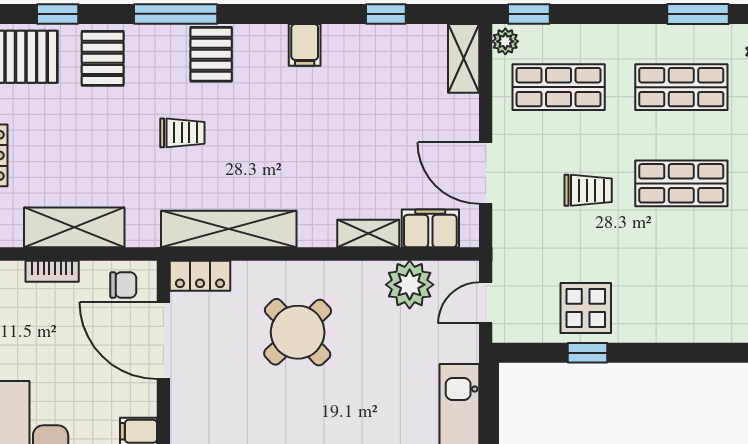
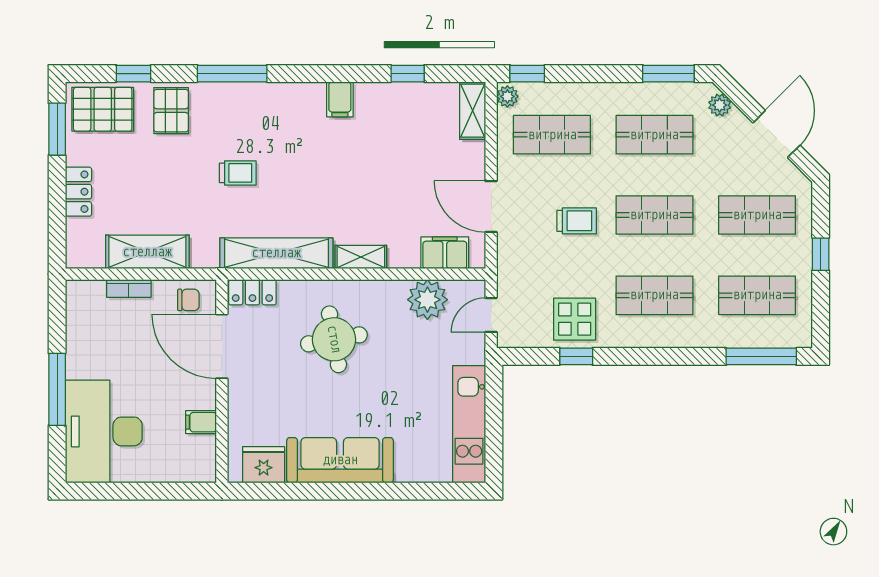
pallet: (211, 54) -> (262, 107), removed
shelving: (368, 234) -> (361, 257), moved
shop shelf: (681, 279) -> (654, 295), added
round table: (298, 332) -> (334, 339), turned 34

